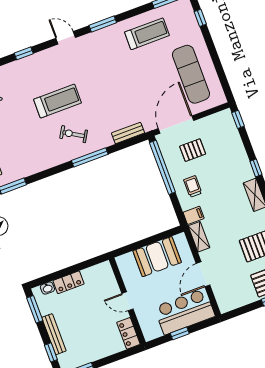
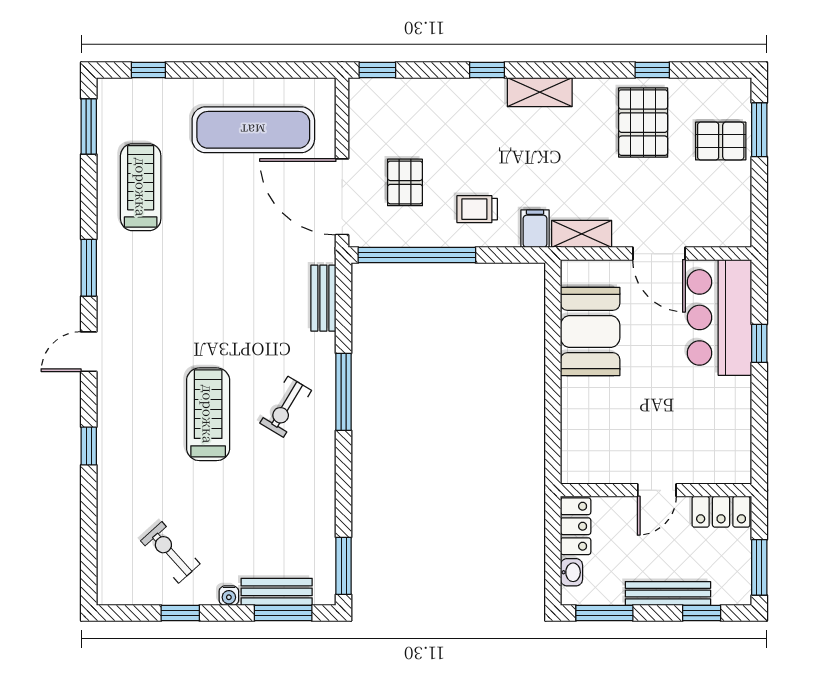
door: (127, 301) -> (657, 490), moved
wall: (127, 301) -> (656, 490), moved
locker: (128, 333) -> (721, 512), moved

